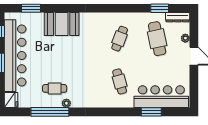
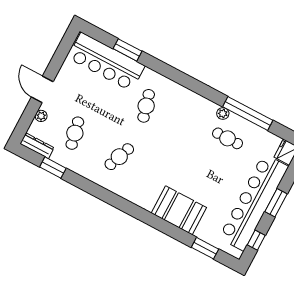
cafe table: (157, 39) -> (75, 133), width x0.73, depth x0.74

